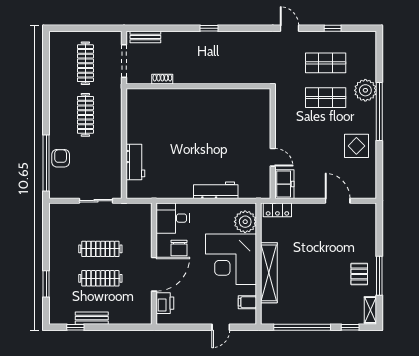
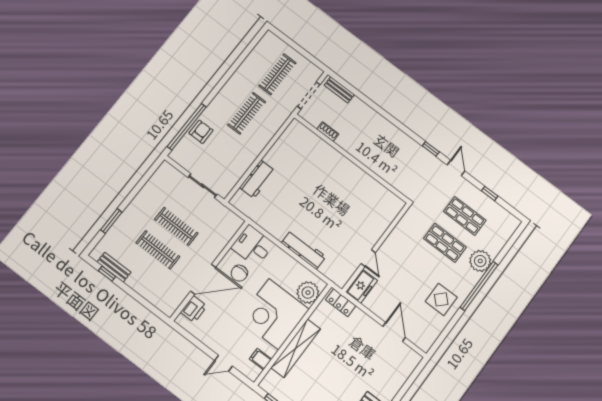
window: (209, 28) -> (431, 149), moved
bench: (92, 318) -> (114, 267), moved

